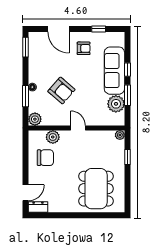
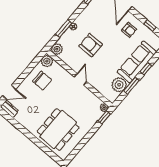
armchair: (61, 90) -> (91, 45), turned 139
plant: (53, 137) -> (47, 61), moved
window: (127, 157) -> (104, 118), moved

